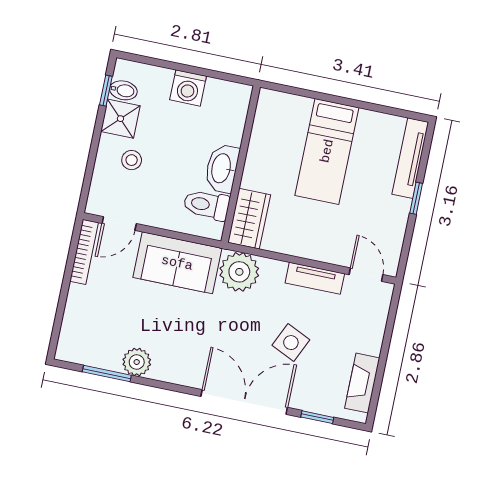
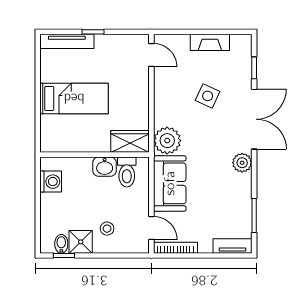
washing machine: (188, 88) -> (51, 182), moved
washbasin: (222, 168) -> (105, 167), width x0.72
door: (366, 275) -> (151, 55), swing flipped
tv unit: (315, 278) -> (232, 246), moved, turned -90
plant: (137, 362) -> (242, 163), moved
fireplace: (362, 383) -> (210, 42), moved
double door: (244, 402) -> (254, 119), swing flipped

